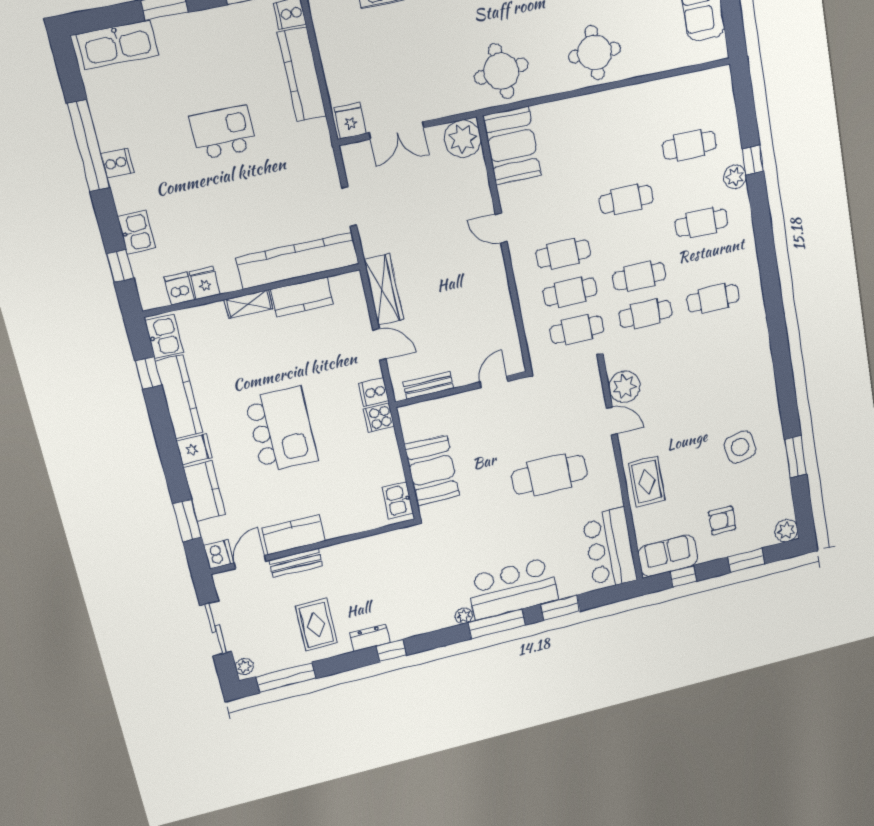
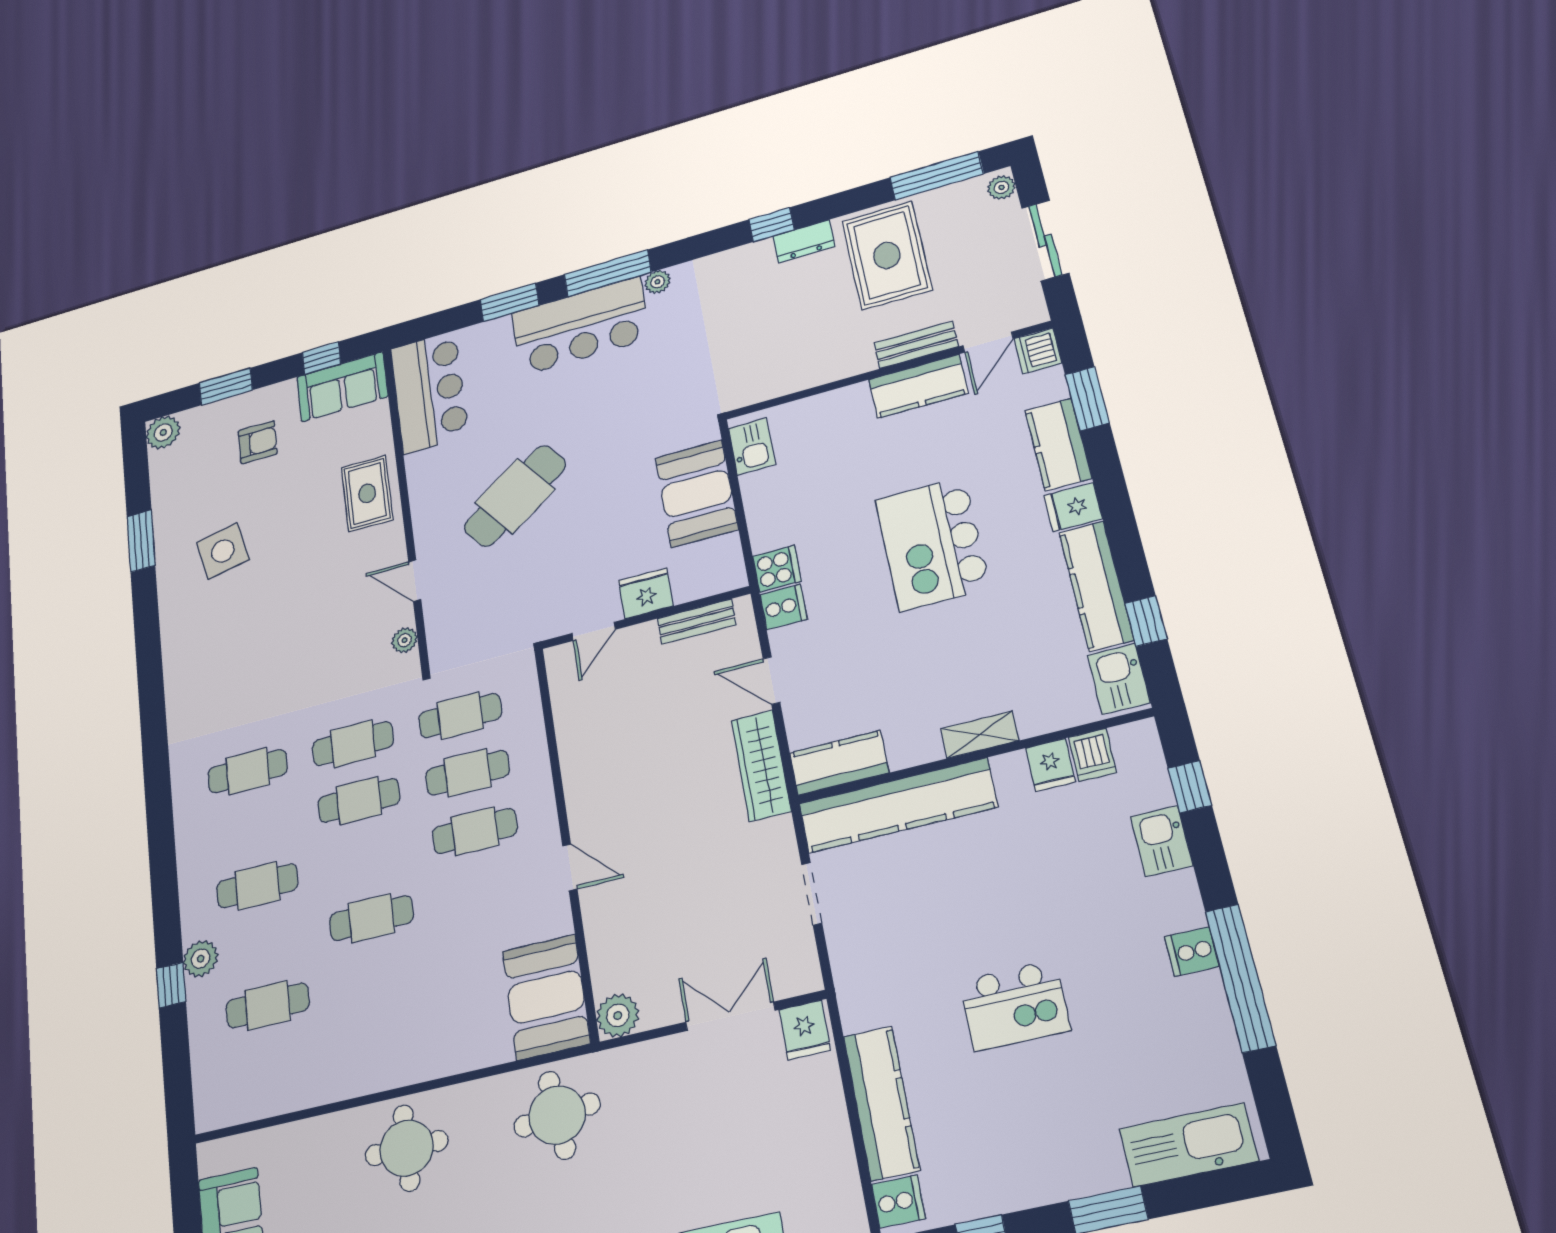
plant: (463, 139) -> (618, 1015), width x0.73, depth x0.73
kitchen counter: (302, 297) -> (839, 763), moved
plant: (624, 387) -> (405, 640), width x0.53, depth x0.53
fridge: (462, 405) -> (646, 593), added
cafe table: (549, 475) -> (515, 496), turned -36
rug: (316, 625) -> (887, 255), width x1.36, depth x1.43

